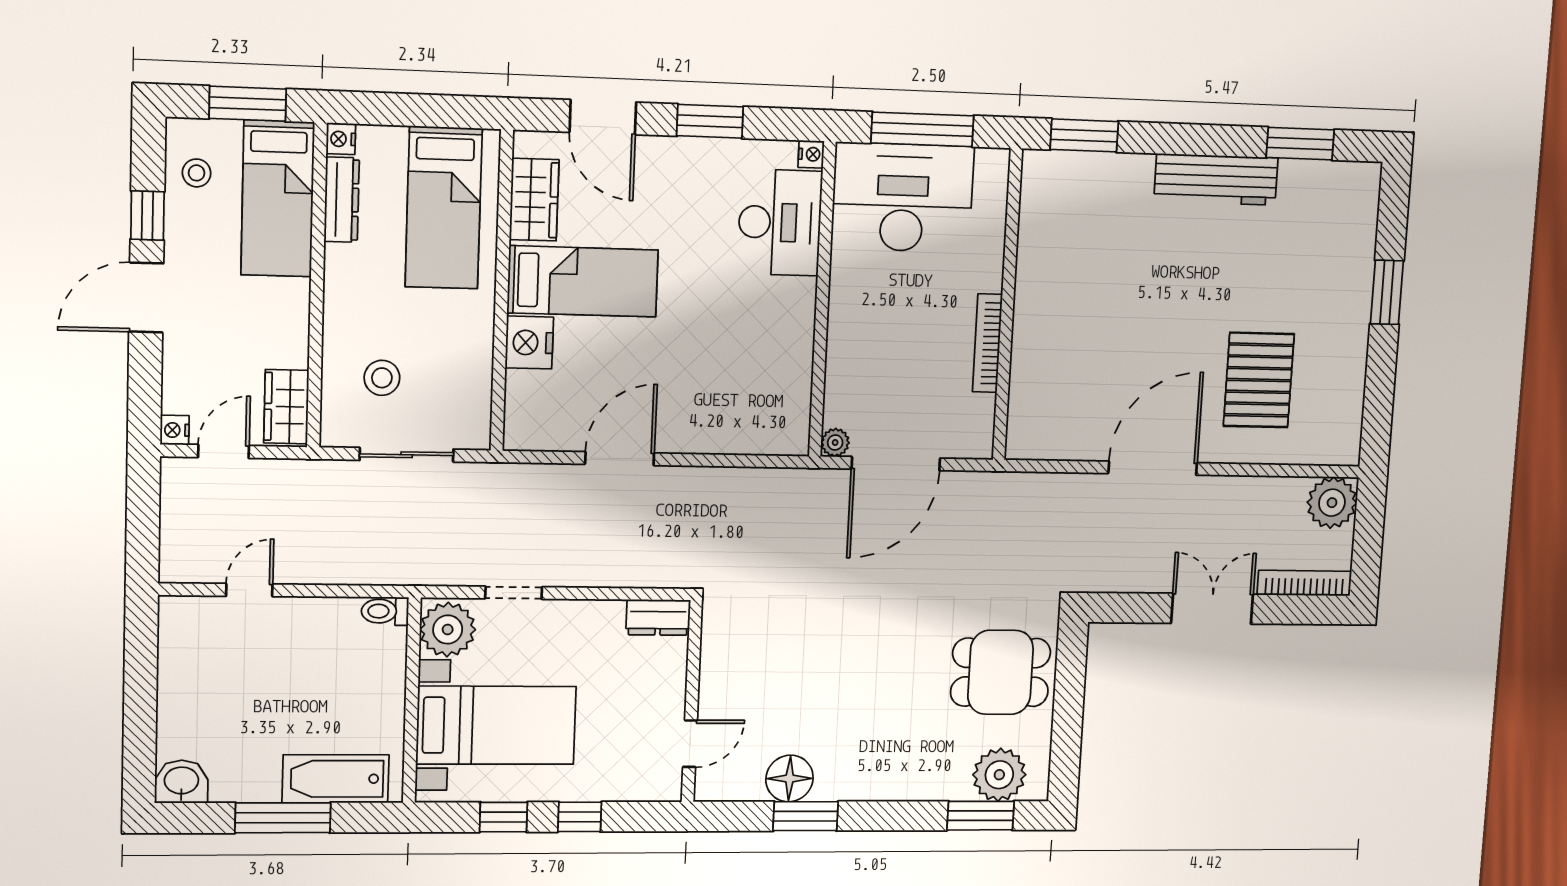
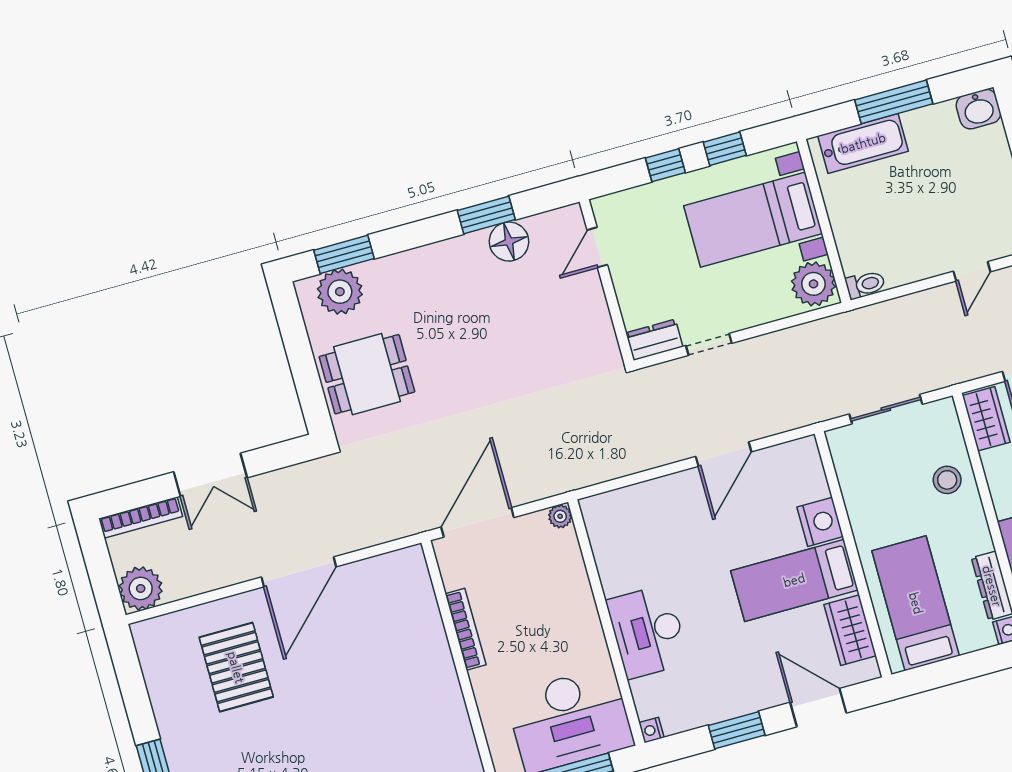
desk: (780, 222) -> (648, 632), moved
stool: (382, 378) -> (947, 480), moved
door: (896, 464) -> (478, 522), moved
doorway: (514, 593) -> (709, 344), moved

